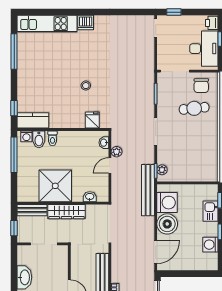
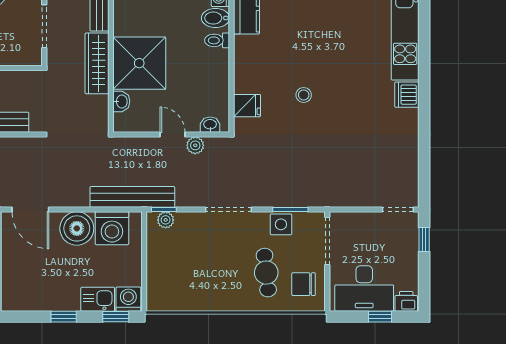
side table: (165, 99) -> (281, 224), added
shower: (55, 186) -> (139, 63), moved
washing machine: (210, 245) -> (128, 299), moved

